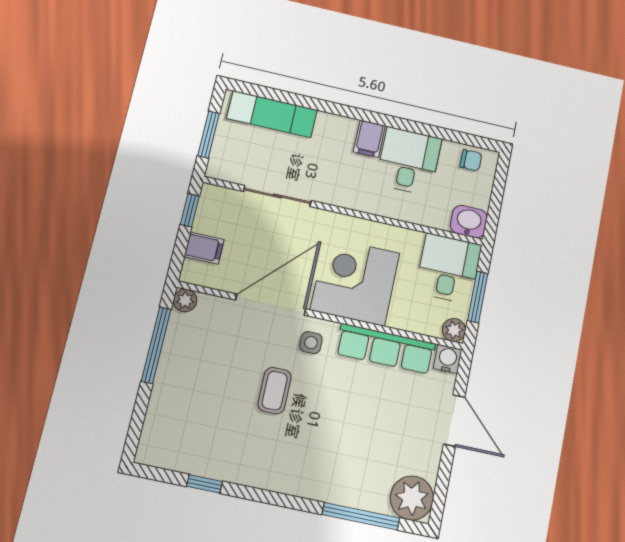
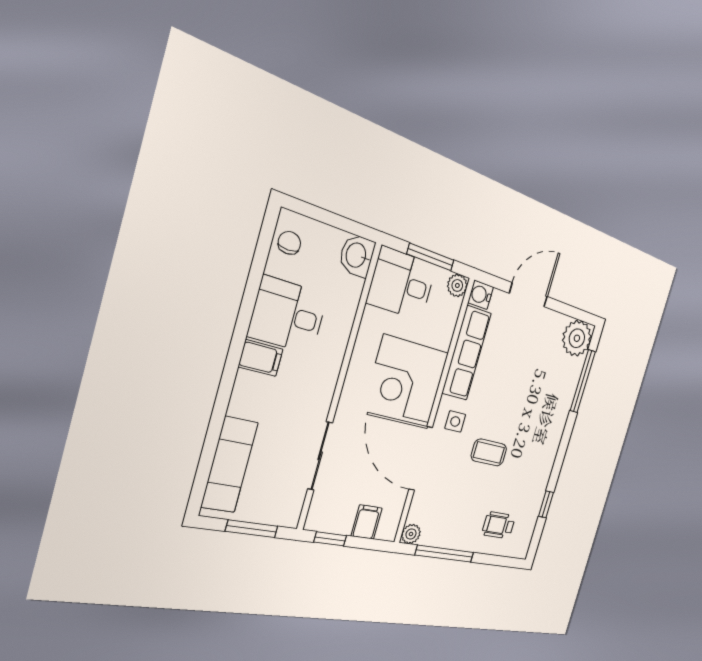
wheelchair: (184, 416) -> (499, 525), added

